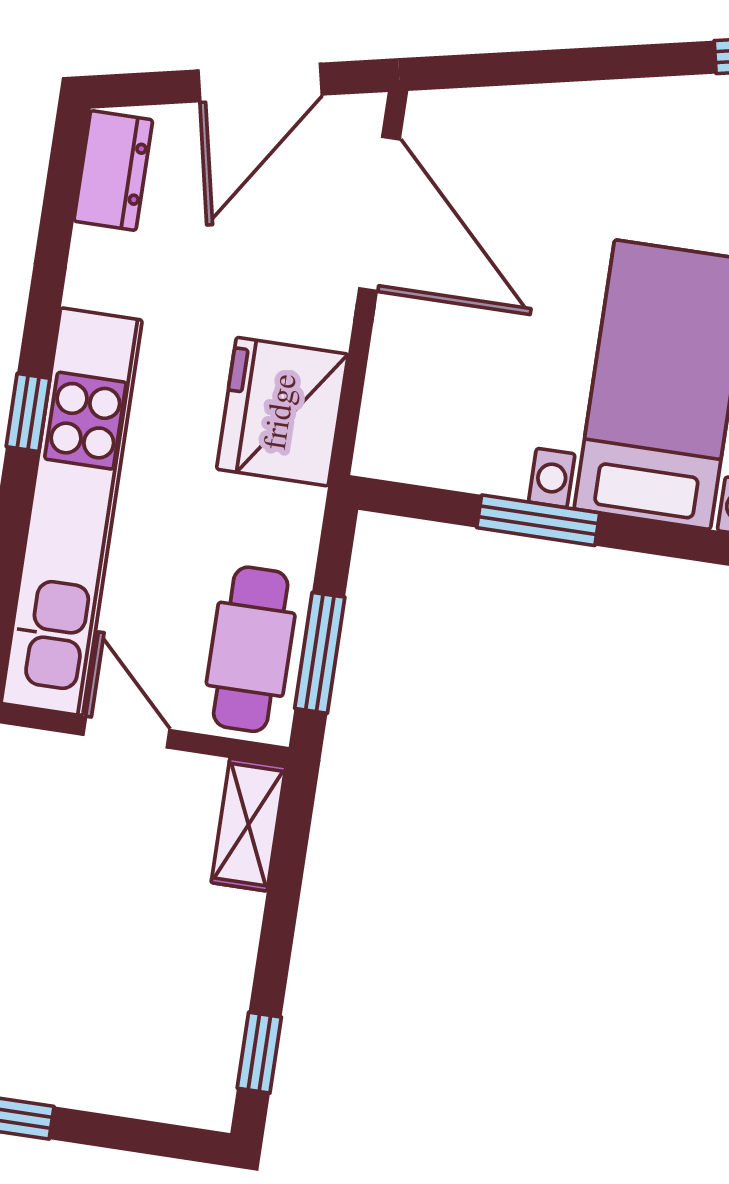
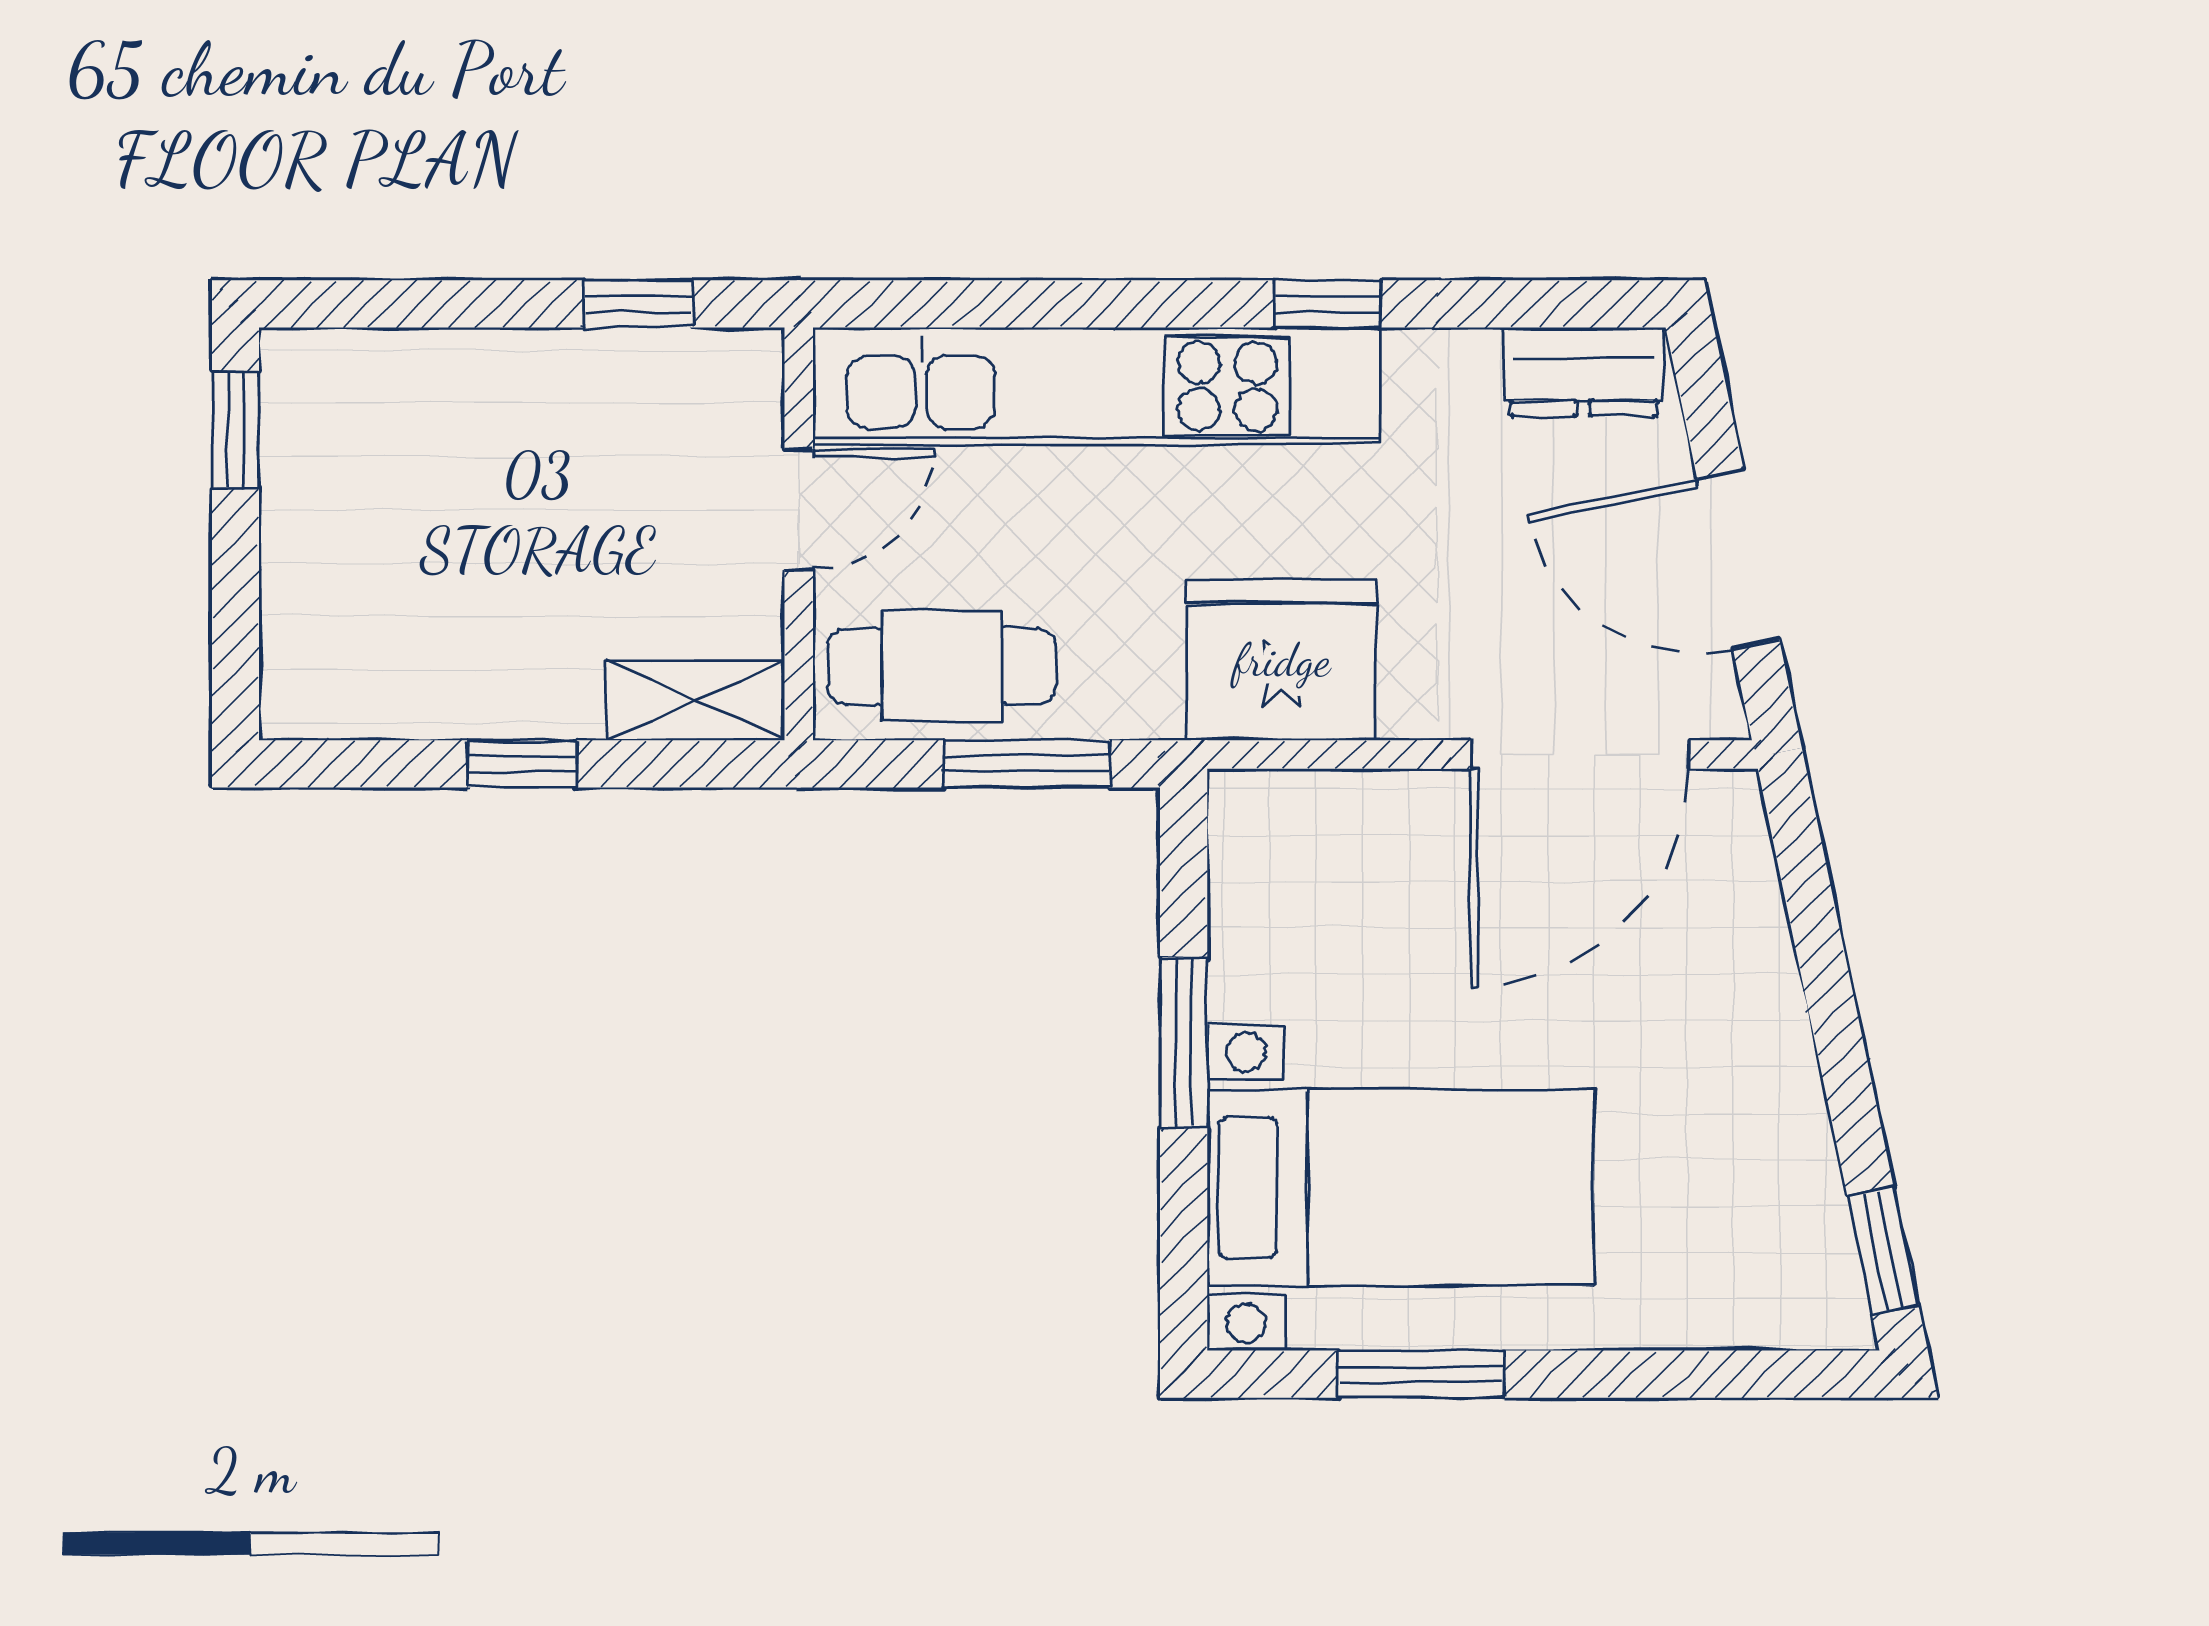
window: (28, 412) -> (1327, 304), moved
window: (320, 653) -> (1027, 764), moved
window: (259, 1053) -> (523, 764), moved

